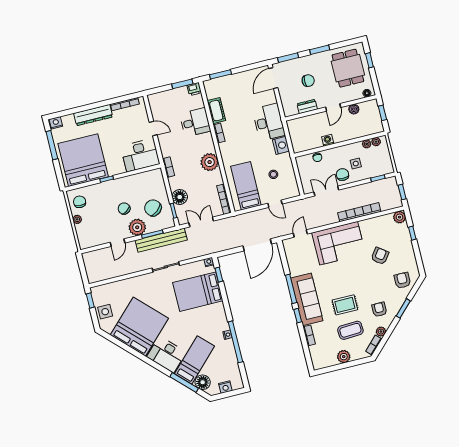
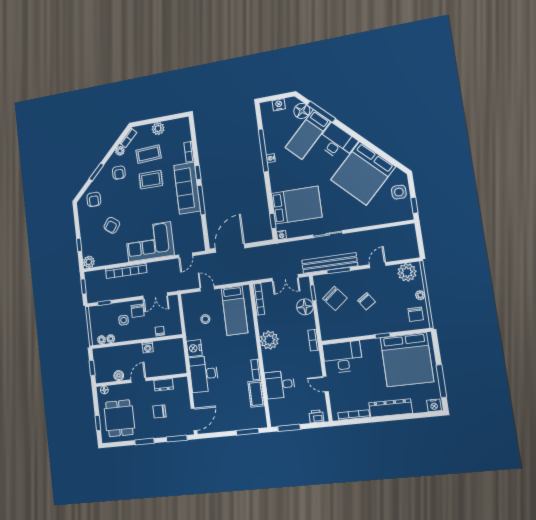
printer: (194, 89) -> (316, 416), moved
plant: (137, 227) -> (407, 272), moved

